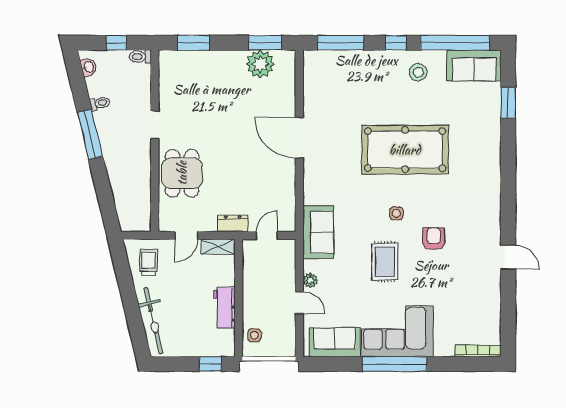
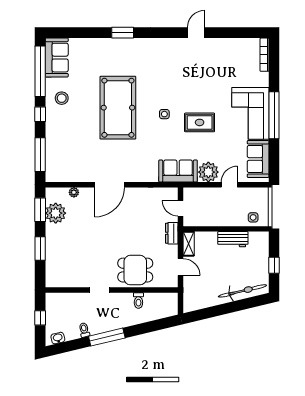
window: (194, 43) -> (40, 249), moved
toilet: (140, 57) -> (138, 300), moved
plant: (289, 89) -> (74, 192), added
window: (508, 103) -> (123, 33), moved
armchair: (434, 239) -> (183, 87), removed
trolley: (149, 262) -> (200, 294), removed
plant: (310, 280) -> (208, 172), width x1.88, depth x1.88
window: (210, 364) -> (274, 265), moved

